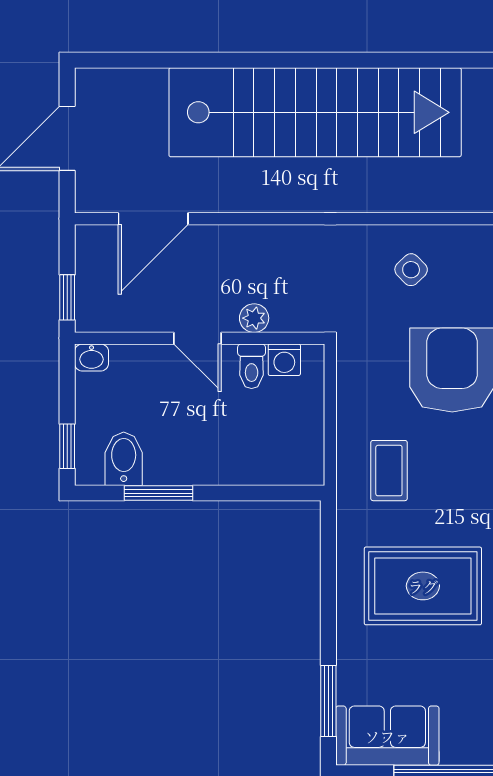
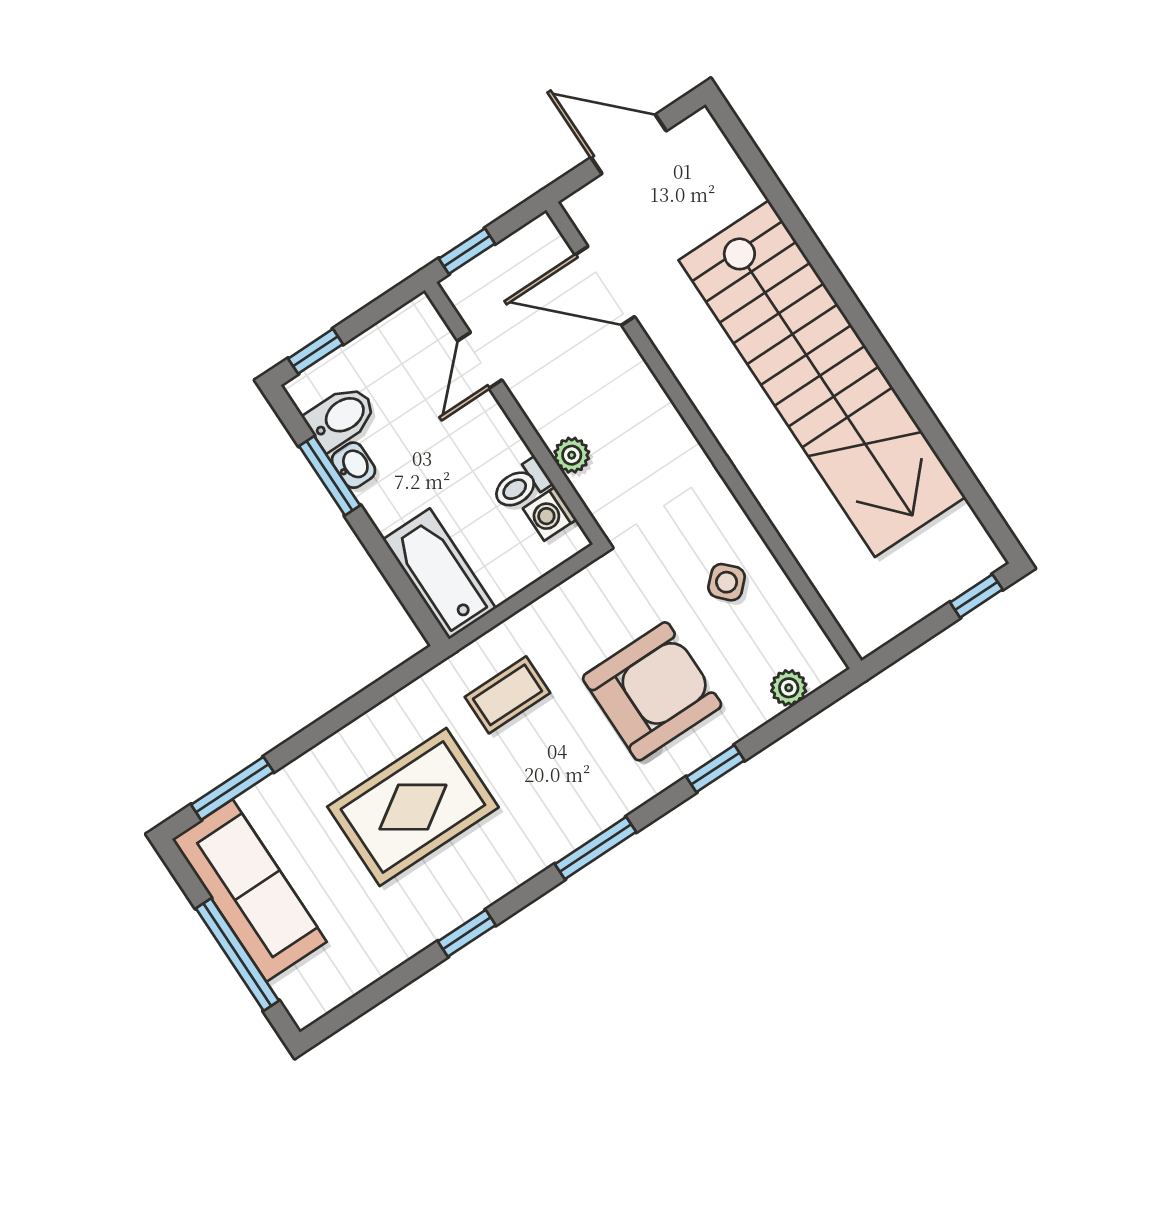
door: (198, 338) -> (480, 360), moved
washbasin: (92, 357) -> (354, 465), moved, turned 180
bathtub: (275, 462) -> (439, 574), added
rug: (423, 586) -> (413, 807), turned 90
sofa: (387, 736) -> (249, 890), width x1.36

